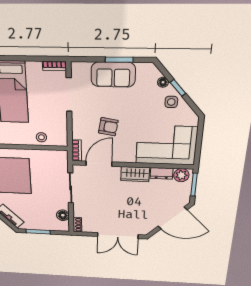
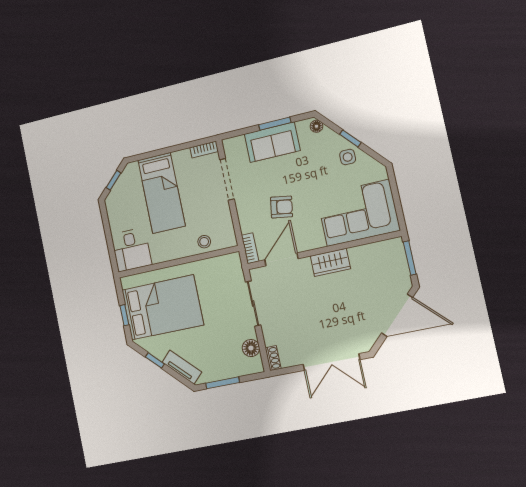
floor lamp: (163, 82) -> (316, 126), moved
dresser: (162, 173) -> (363, 253), removed
plant: (181, 175) -> (389, 249), removed

